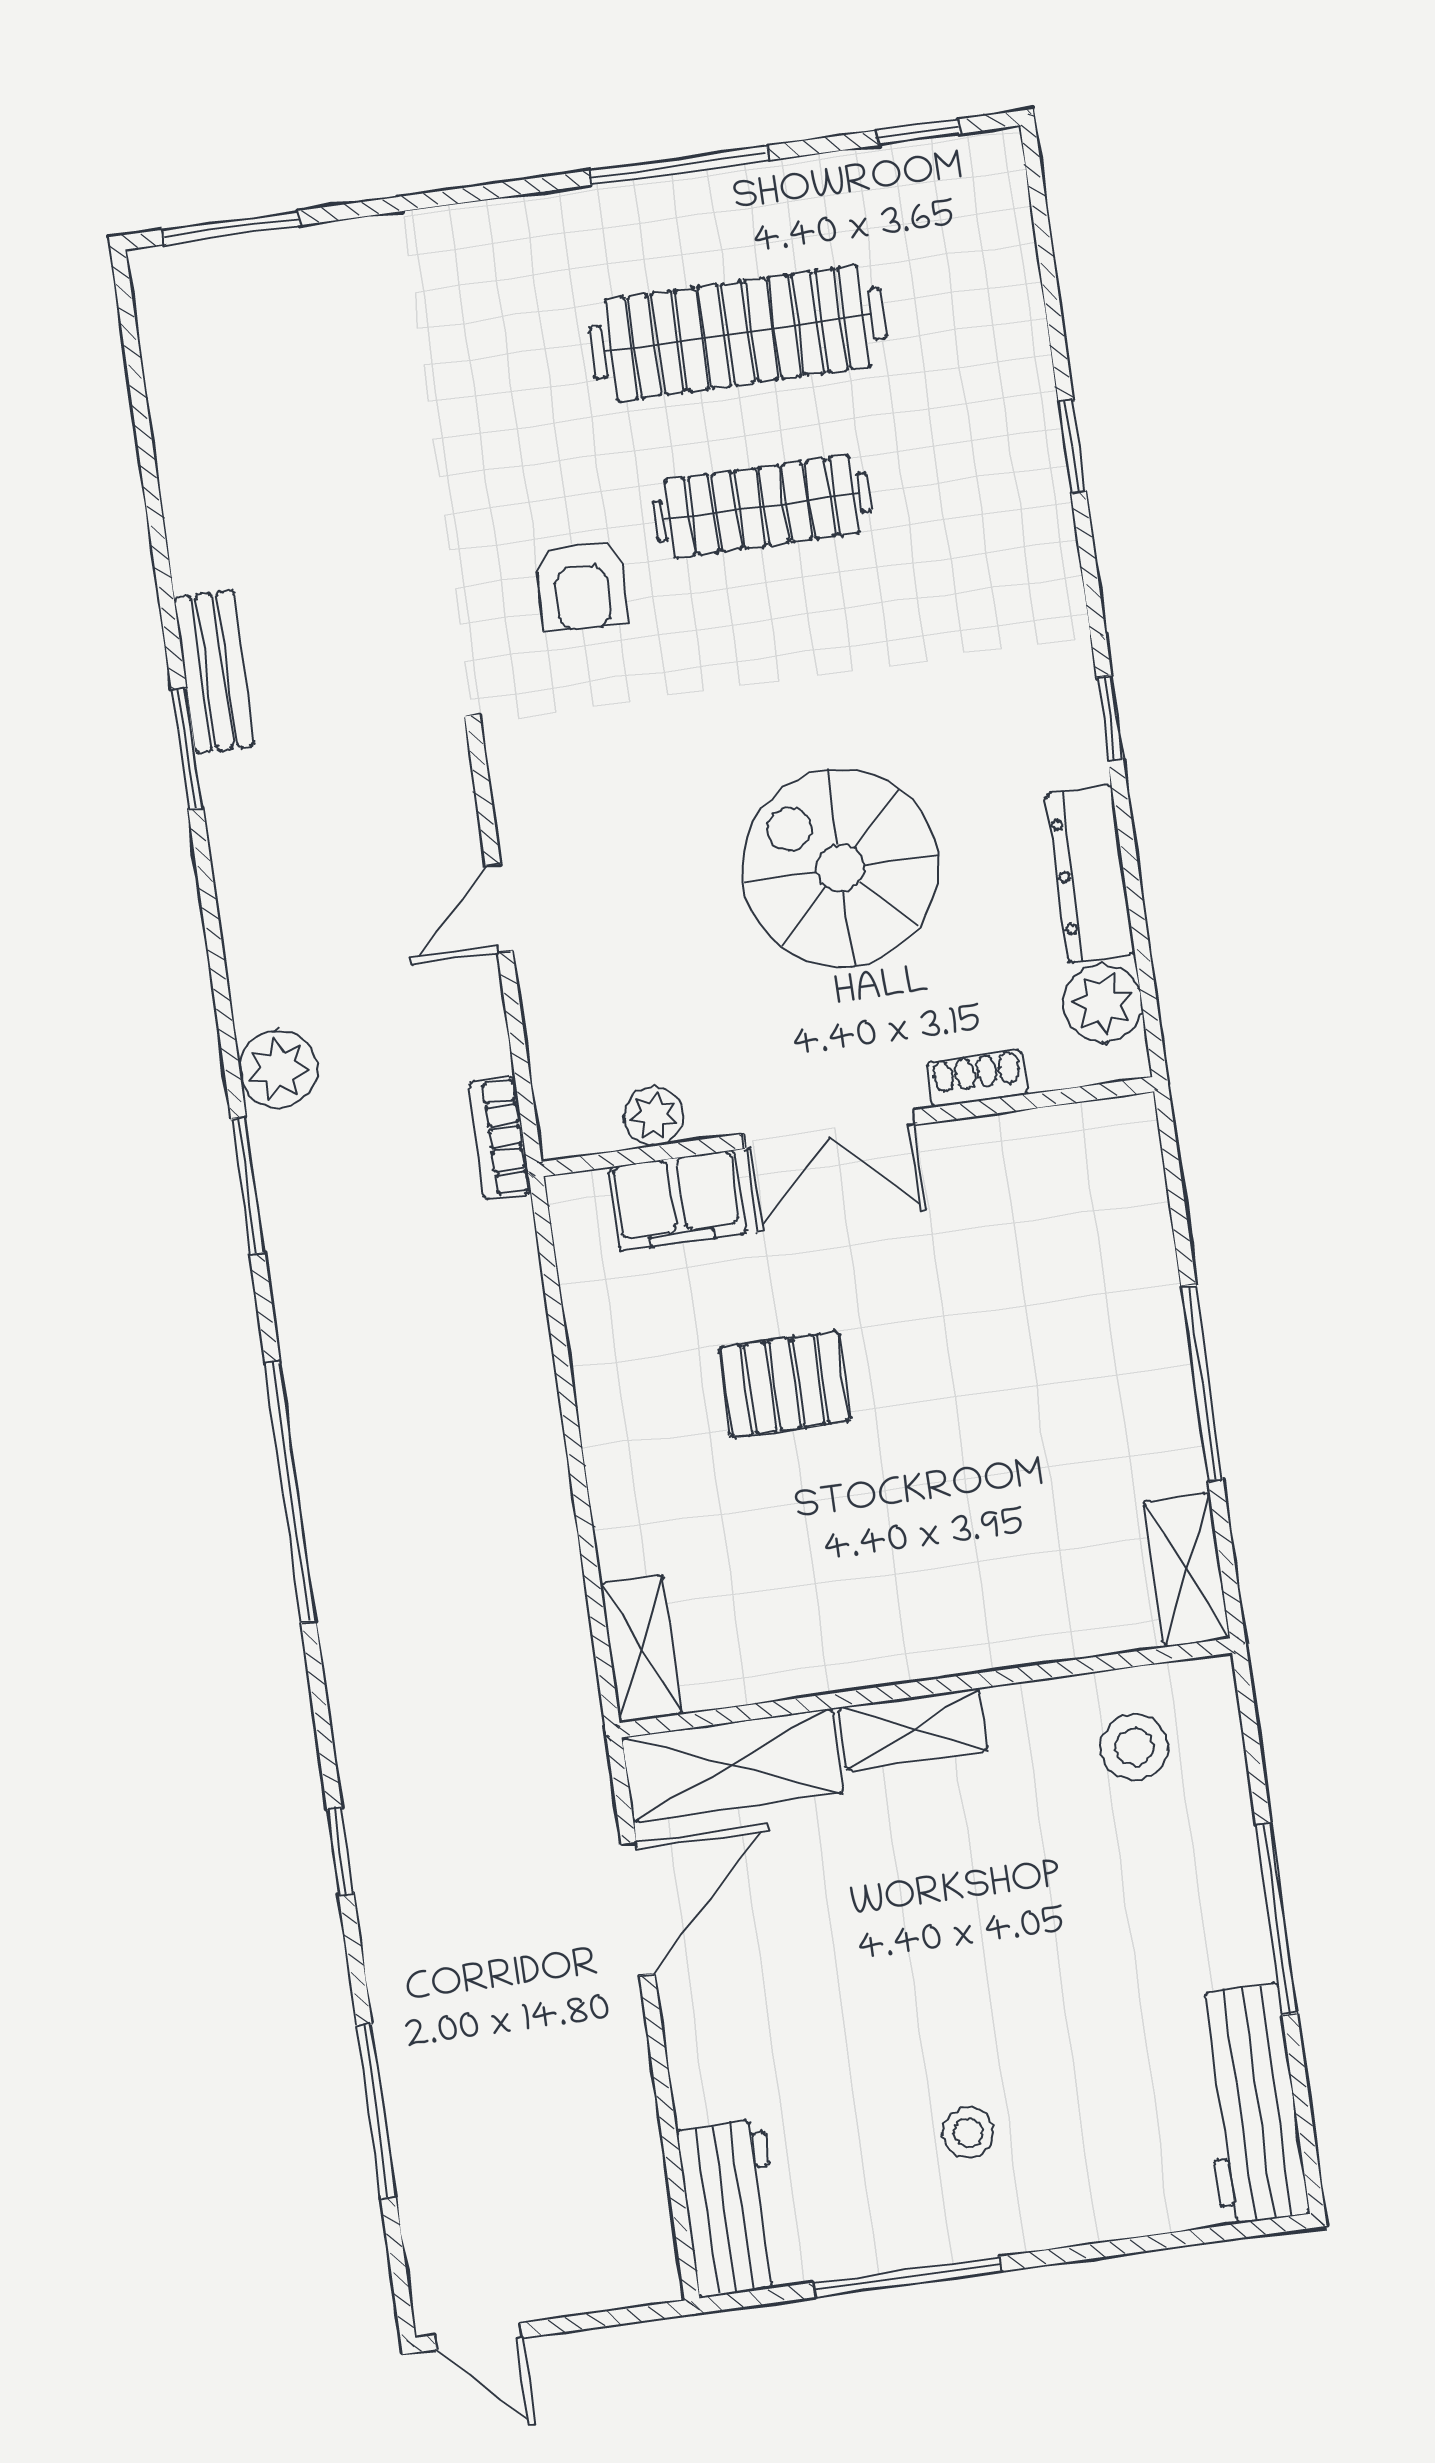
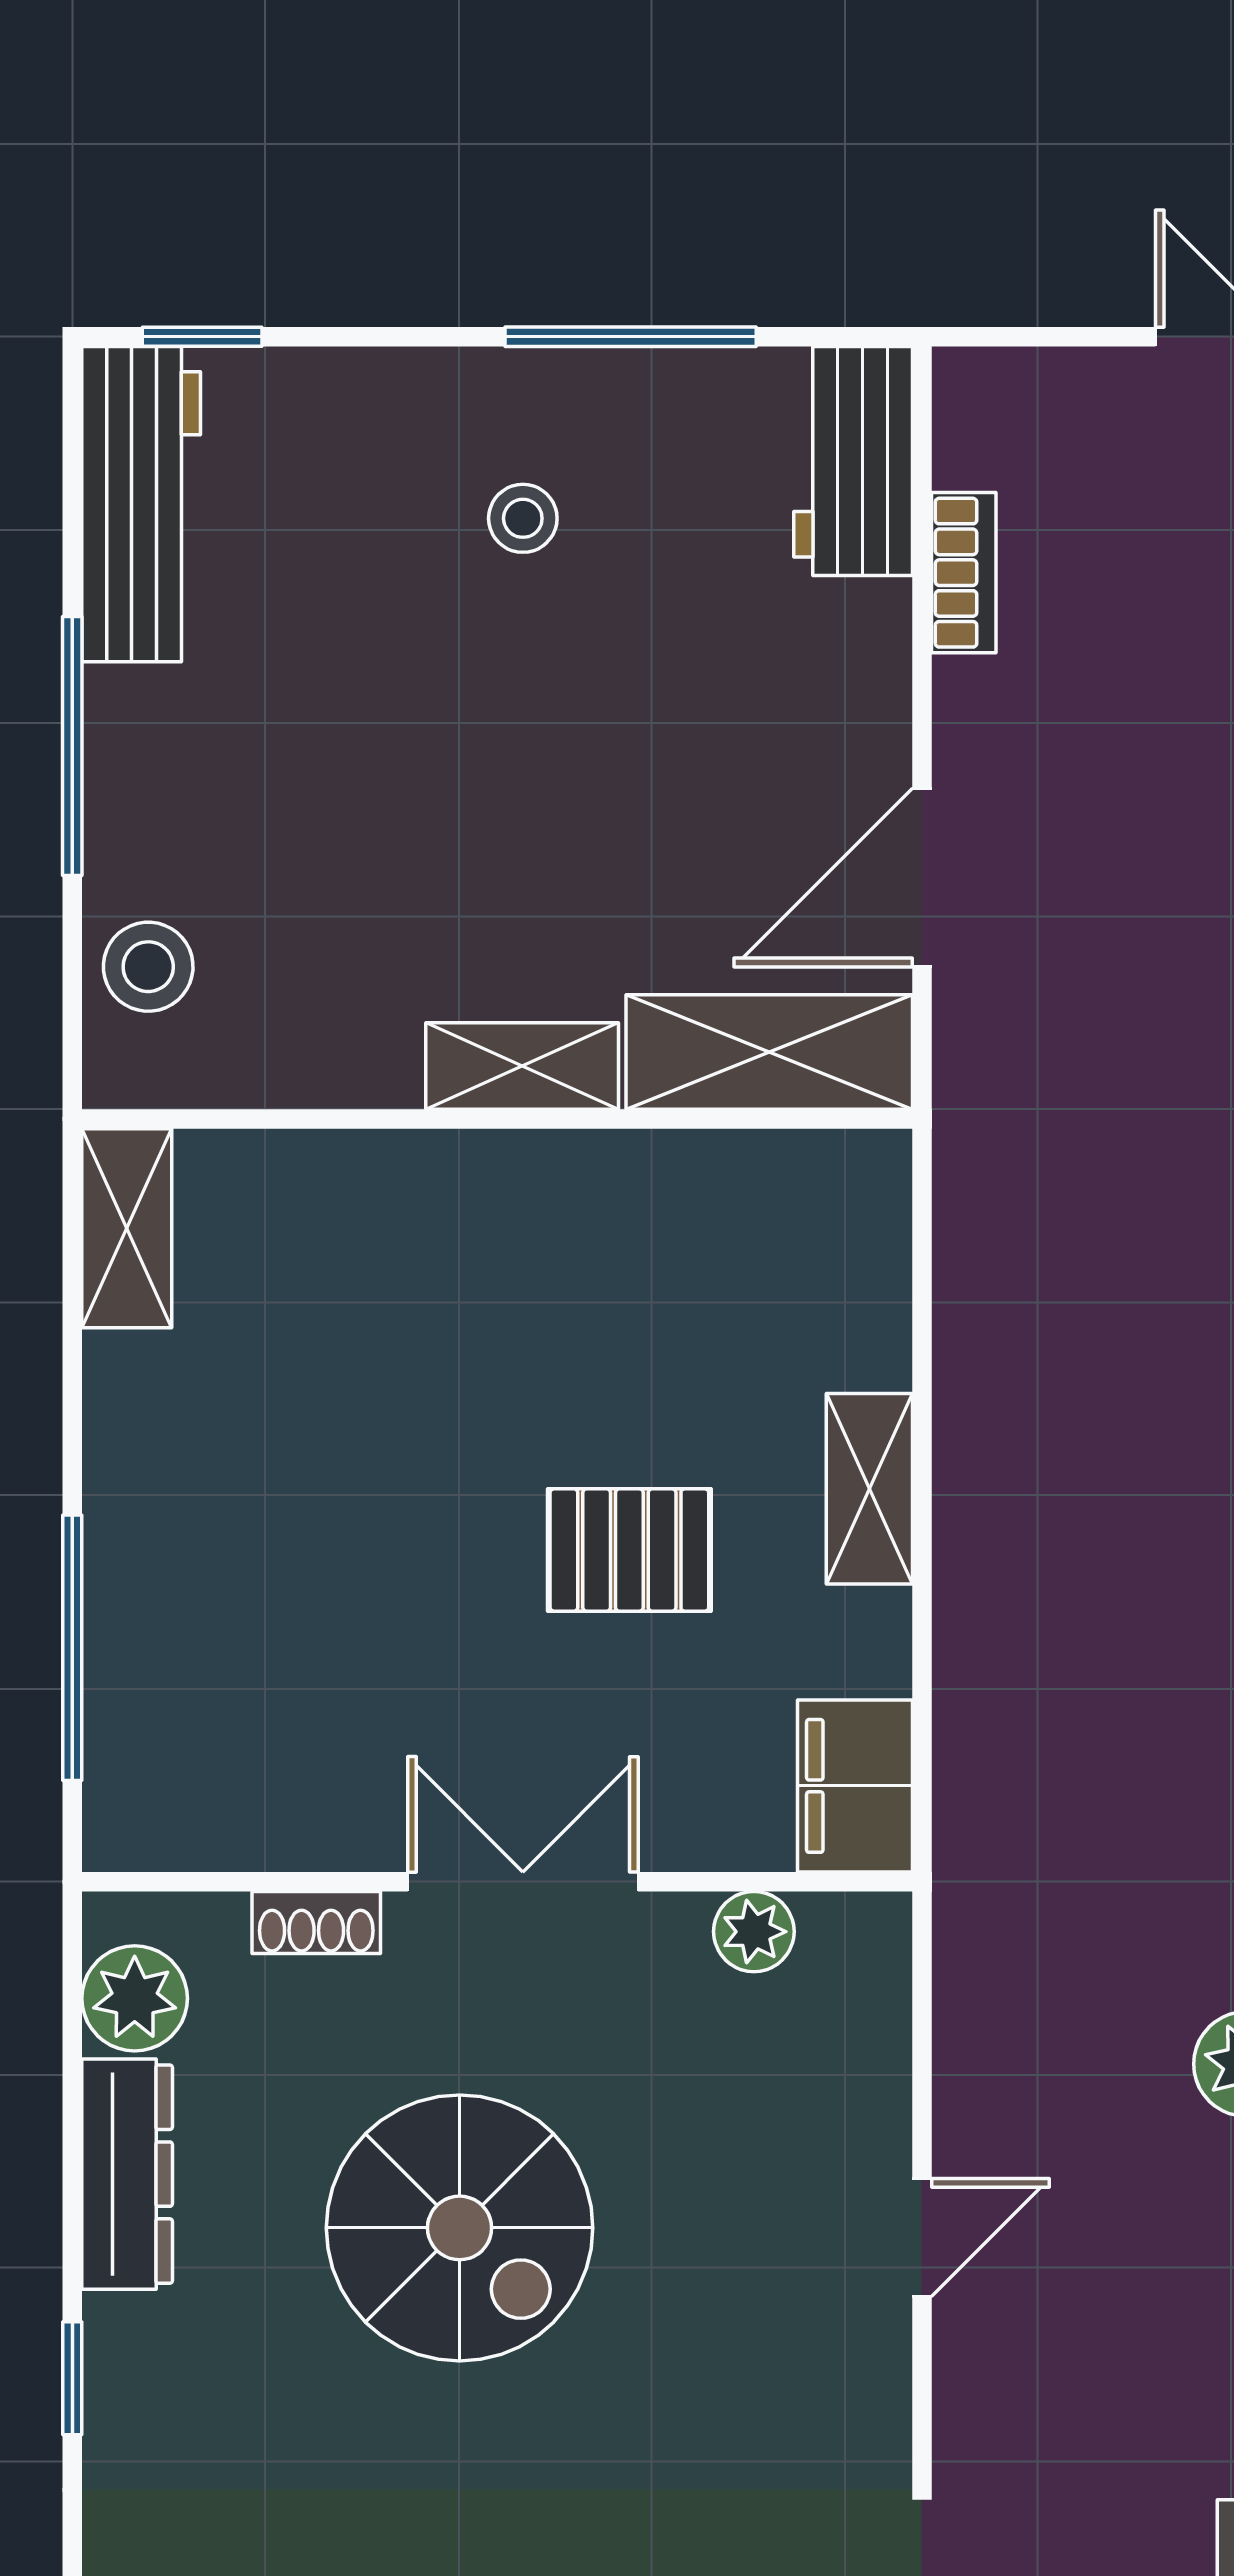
bookcase: (500, 1138) -> (964, 573), moved
filing cabinet: (677, 1201) -> (855, 1786), moved, turned -90
window: (1202, 1383) -> (72, 1648), moved
shelving: (641, 1649) -> (869, 1489), moved
stool: (1134, 1747) -> (148, 967), moved
window: (1223, 2233) -> (202, 337), added

